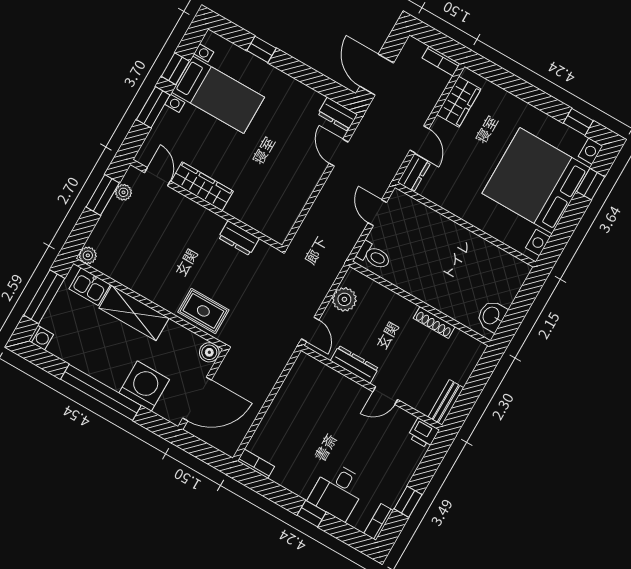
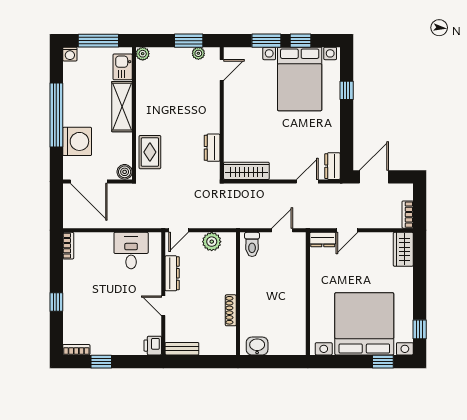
bed with nightstands: (218, 95) -> (300, 79), width x1.36
wardrobe: (459, 102) -> (403, 249), moved, turned 90
wardrobe: (202, 186) -> (246, 171), moved, turned -90
desk: (338, 491) -> (131, 251), moved, turned 90

